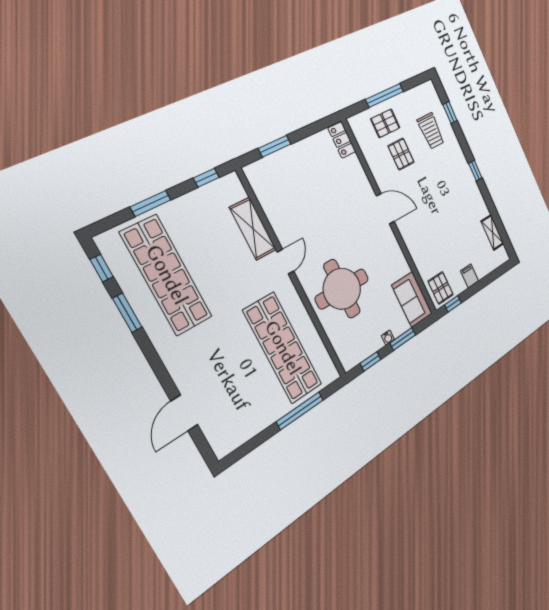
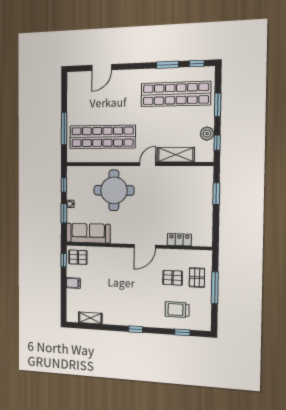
locker: (342, 140) -> (179, 240), moved
plant: (201, 199) -> (207, 134), added
door: (285, 262) -> (148, 164), swing flipped
sofa: (412, 299) -> (88, 233), width x1.36
door: (184, 413) -> (102, 68), swing flipped

